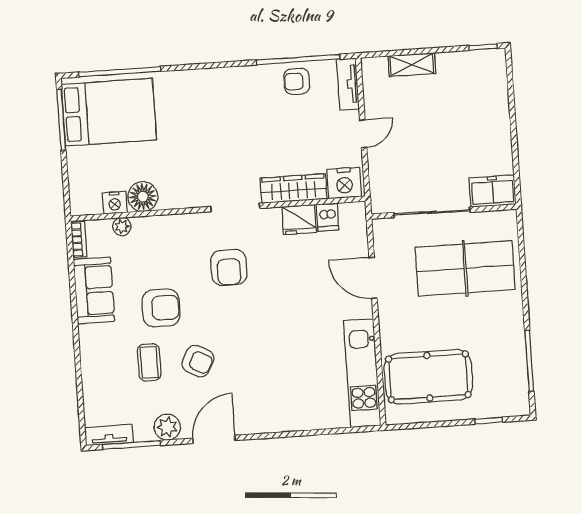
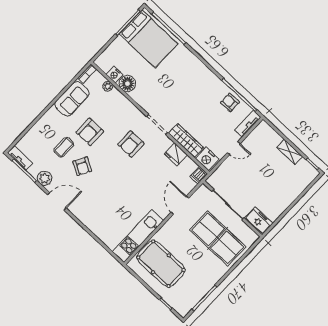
shelving: (412, 65) -> (290, 152), moved
dishwasher: (328, 217) -> (199, 175), moved
armchair: (161, 308) -> (90, 132), turned 90

